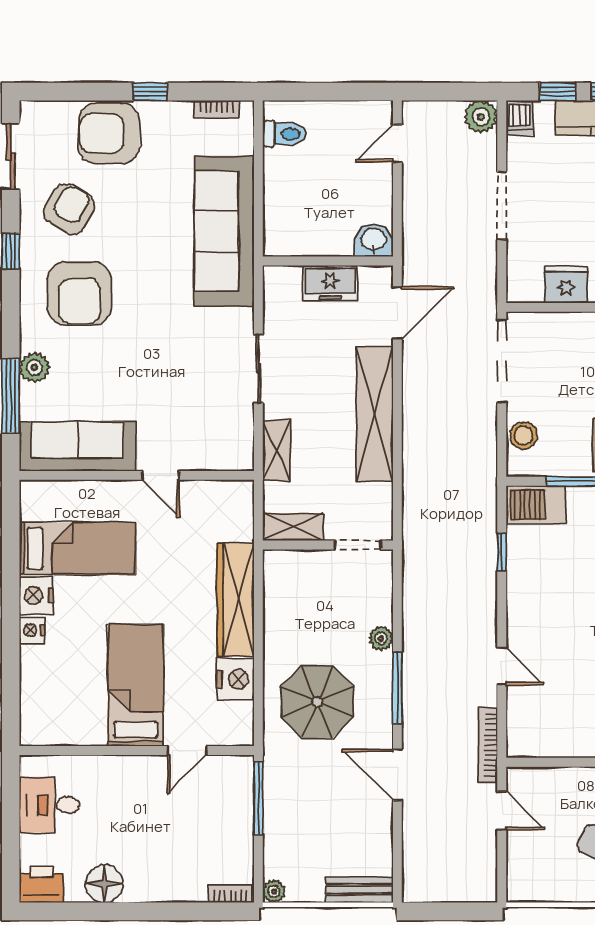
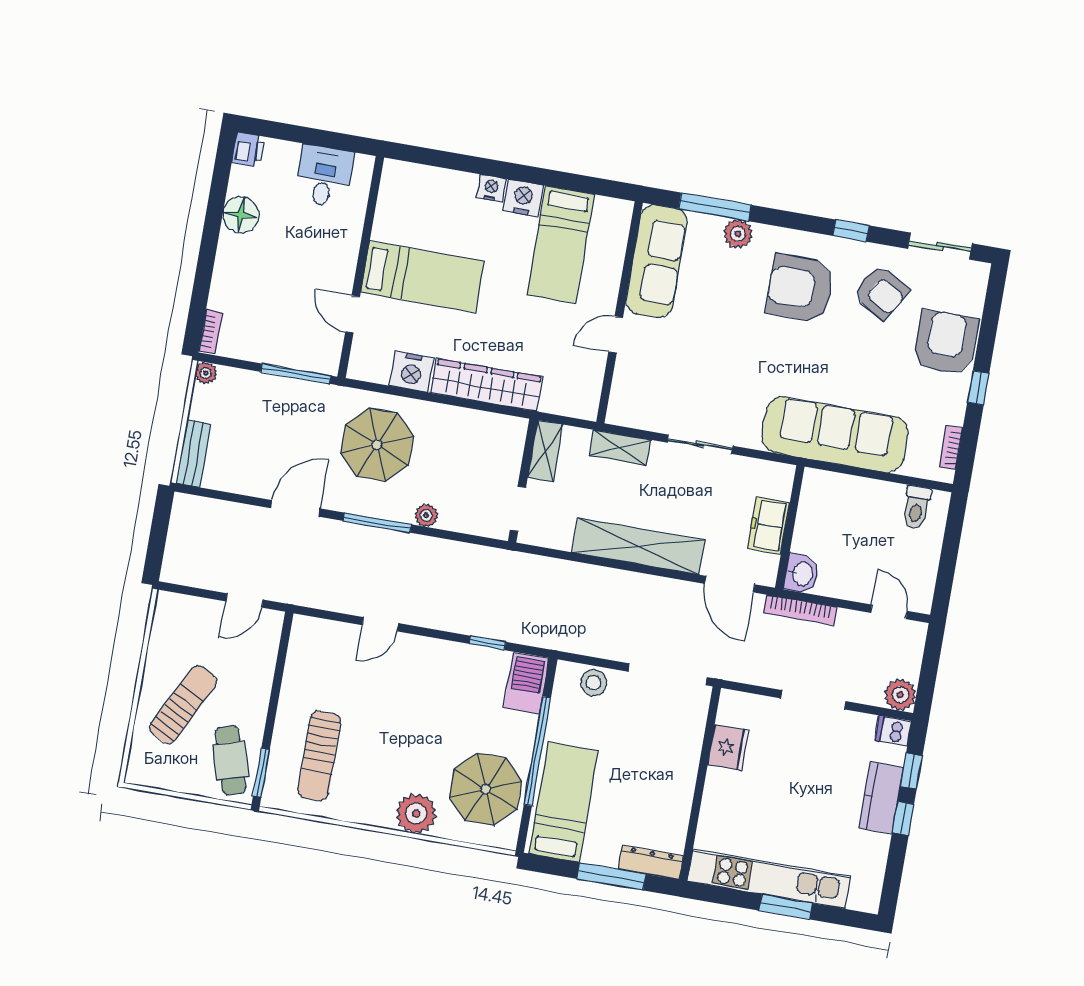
bookcase: (488, 745) -> (800, 610), moved, turned 180
printer: (41, 884) -> (248, 149), width x0.73, depth x0.81

